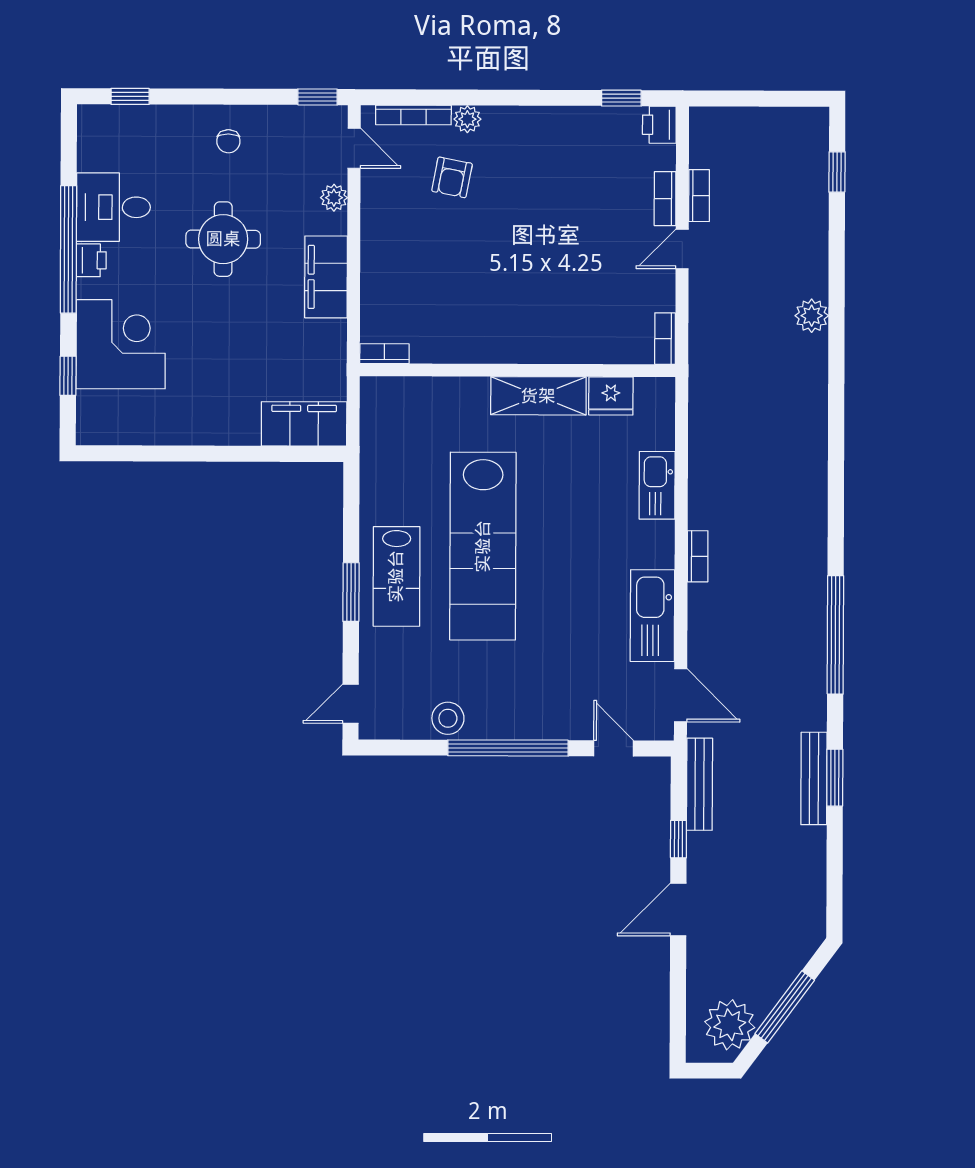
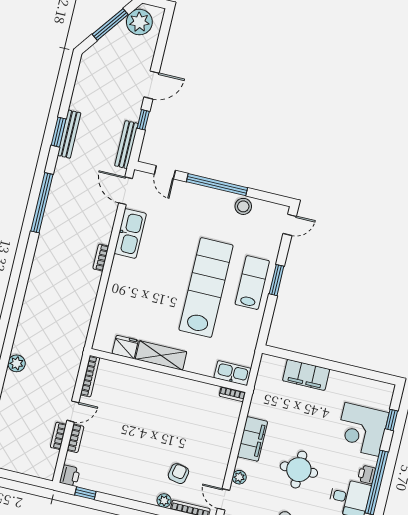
bookcase: (665, 339) -> (90, 376), width x1.56
filing cabinet: (304, 424) -> (306, 375), moved
kitchen sink: (657, 485) -> (233, 373), moved, turned -90

